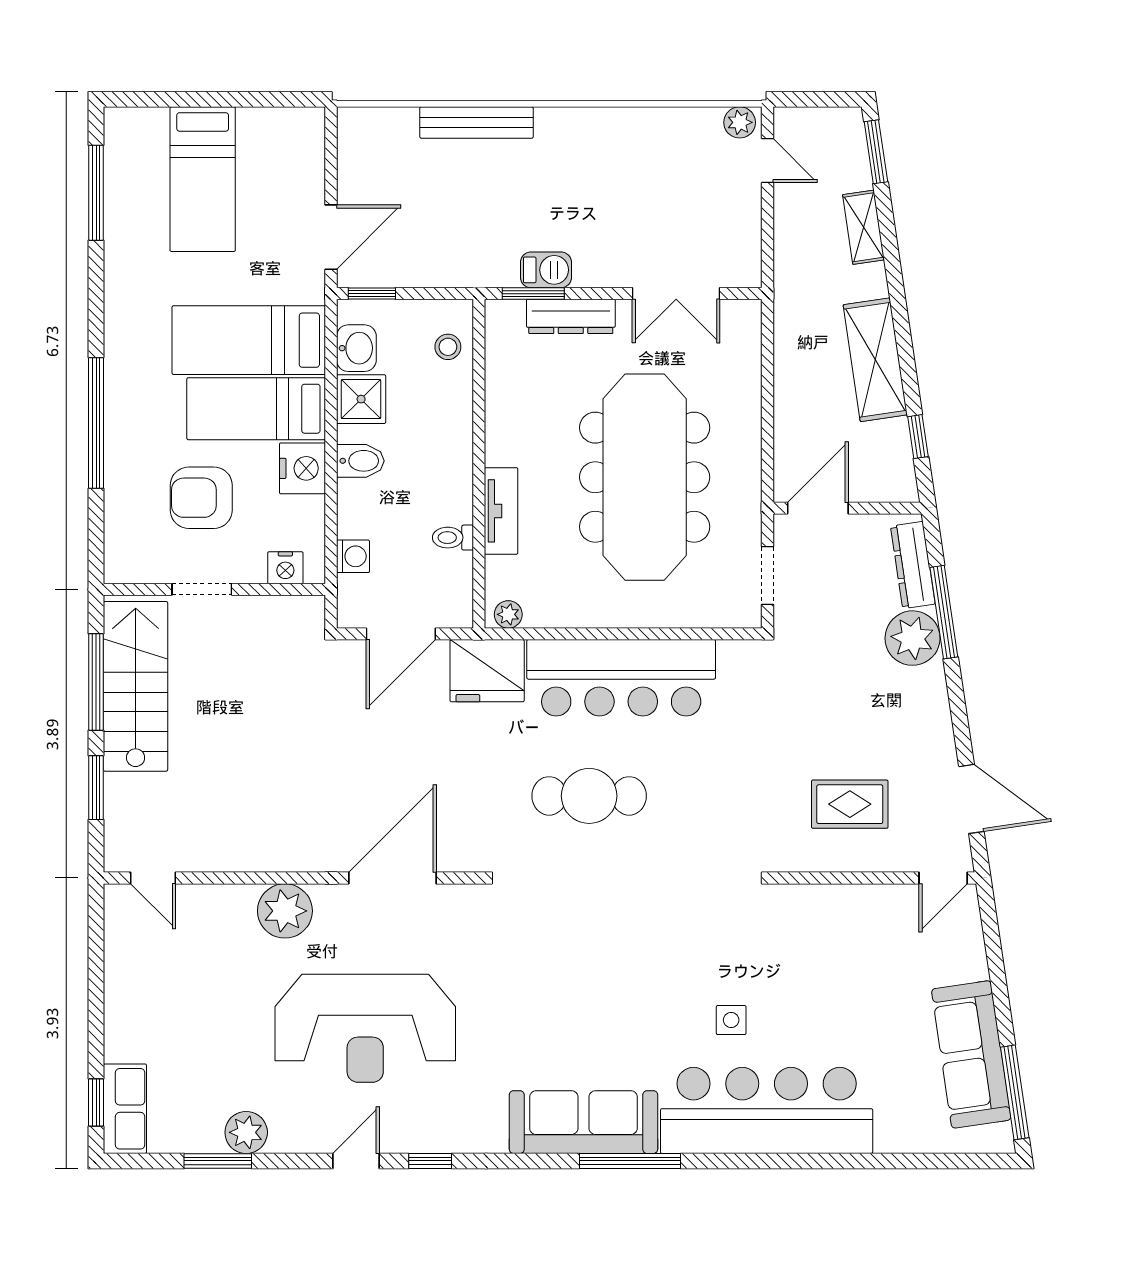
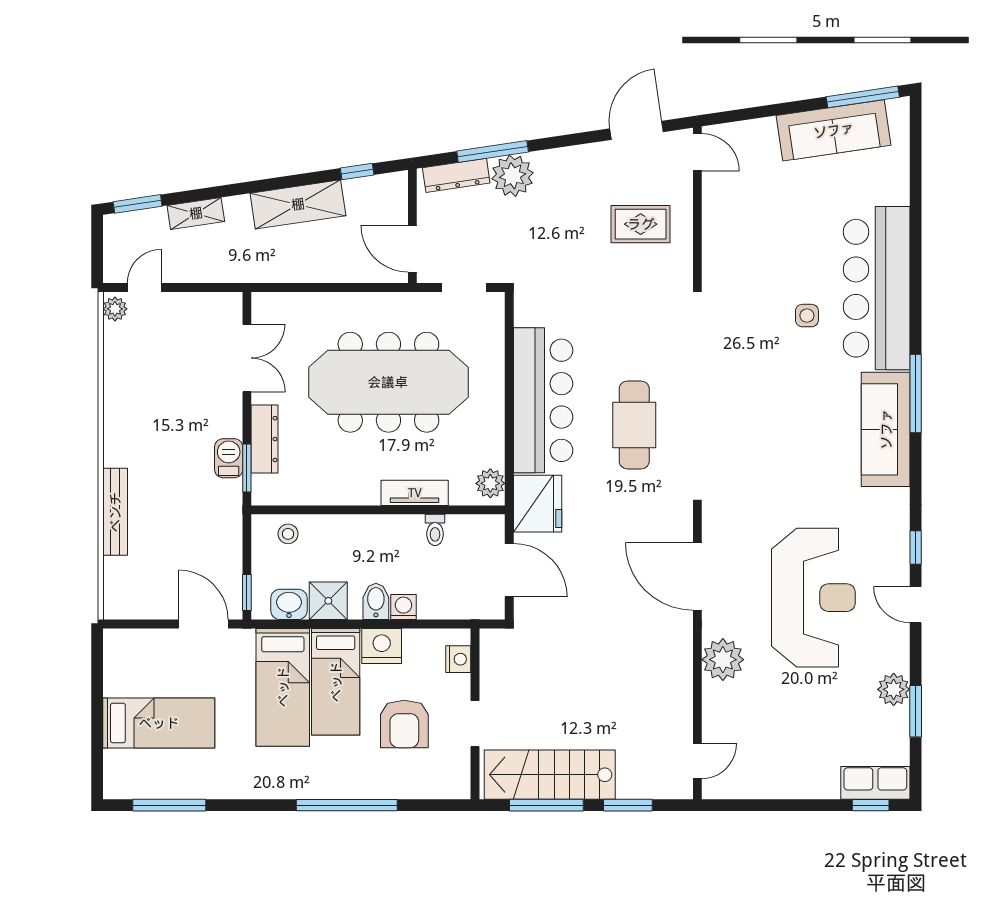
washing machine: (353, 556) -> (403, 607), moved
plant: (508, 614) -> (490, 483), width x1.38, depth x1.38
rug: (850, 804) -> (641, 224), turned 90

